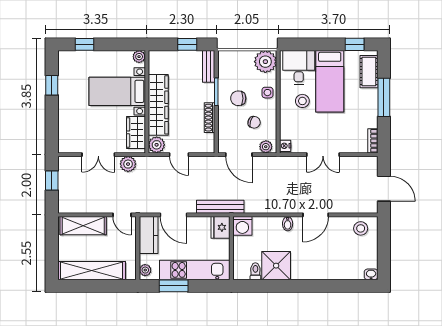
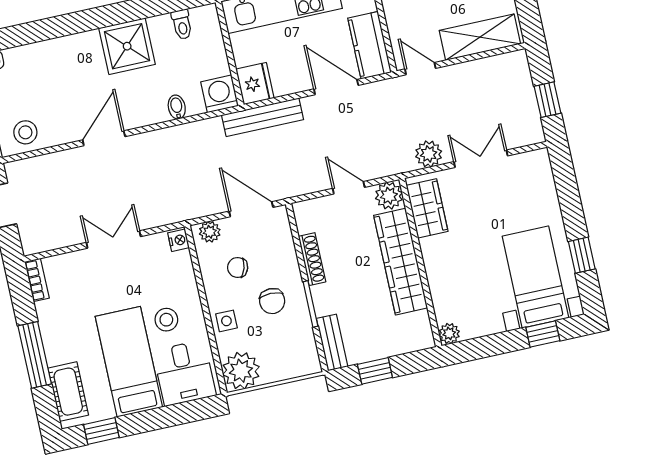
bed with nightstands: (117, 91) -> (535, 277), moved, turned -90
chair: (238, 98) -> (272, 301), turned 90
bidet: (288, 224) -> (177, 107), moved
shower: (276, 266) -> (127, 46), moved

